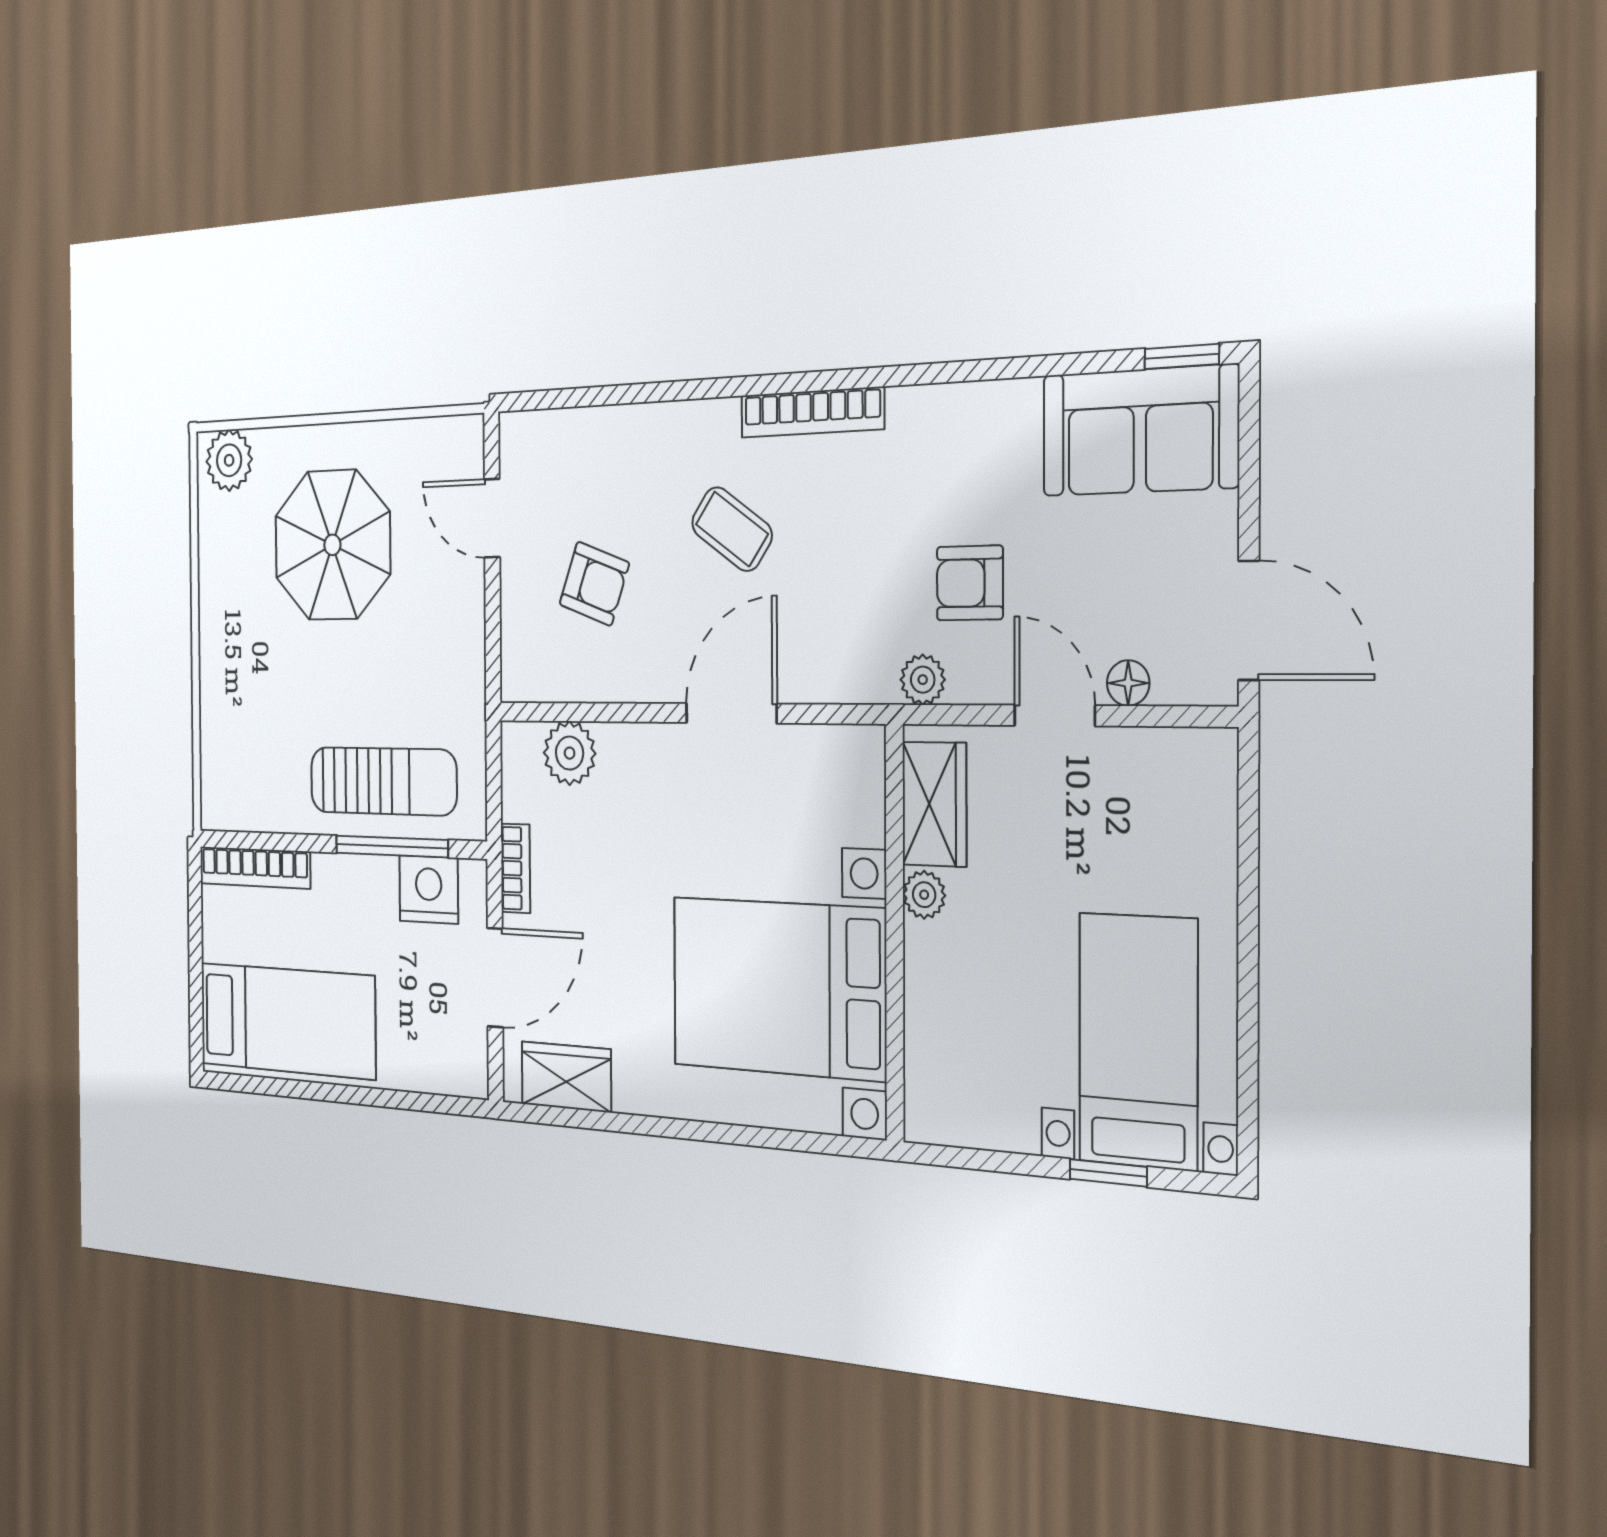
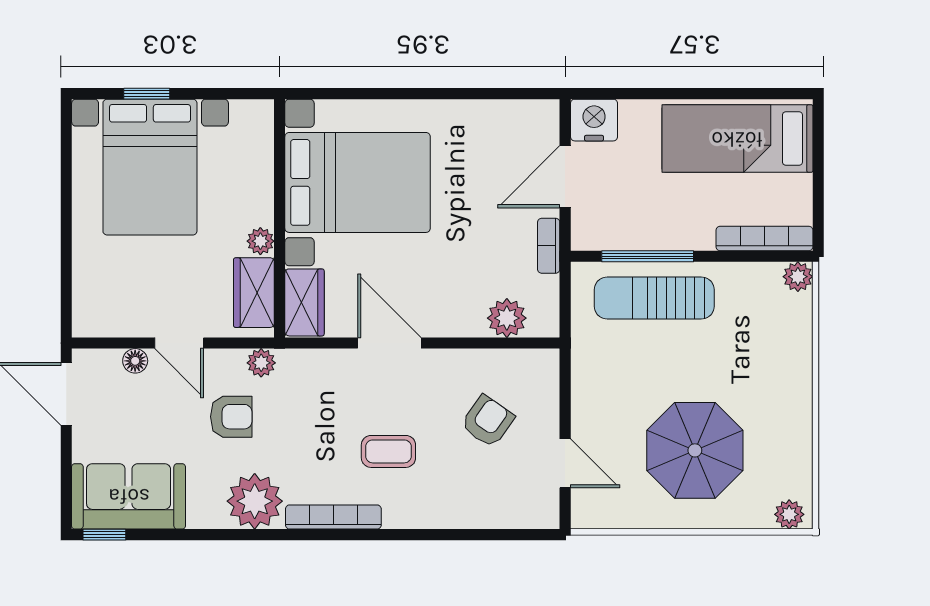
plant: (932, 433) -> (255, 501), added
plant: (229, 460) -> (789, 514), width x0.73, depth x0.73
coffee table: (732, 529) -> (388, 451), turned -35
armchair: (594, 584) -> (488, 421), turned 105
door: (731, 713) -> (389, 343), swing flipped
plant: (217, 809) -> (798, 277), added
nightstand: (429, 889) -> (594, 120), moved, turned 180
bed with nightstands: (1138, 1041) -> (150, 167), width x1.36
wardrobe: (566, 1077) -> (305, 302), moved, turned -90

